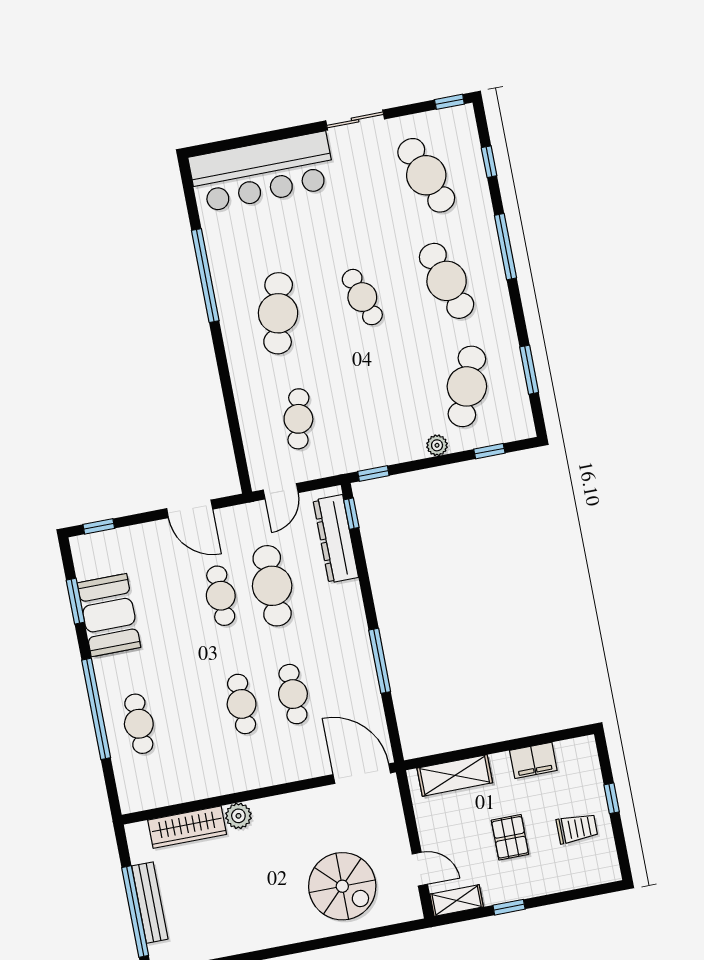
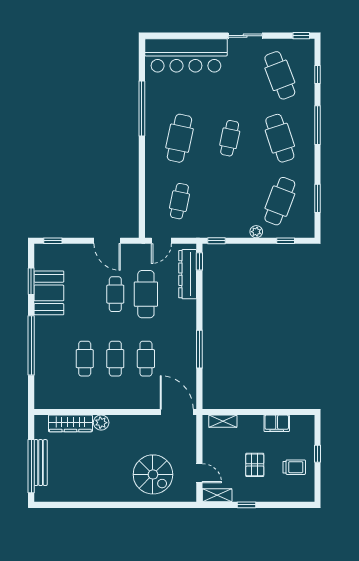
cafe table: (362, 297) -> (230, 138), turned 30
cafe table: (139, 724) -> (85, 359), moved
shelving: (455, 775) -> (223, 421), width x0.67, depth x0.75

